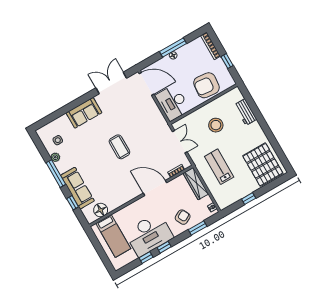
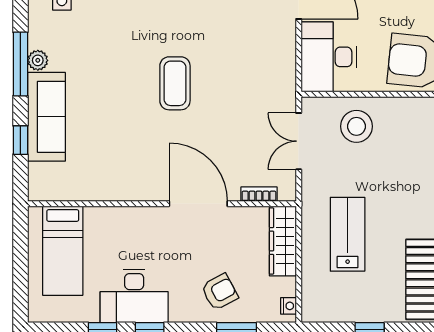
stool: (216, 125) -> (356, 126), moved
double door: (180, 142) -> (299, 141), swing flipped
plant: (55, 157) -> (38, 60), moved
floor lamp: (101, 210) -> (67, 186), removed
desk: (149, 234) -> (134, 296), width x0.73, depth x0.77

